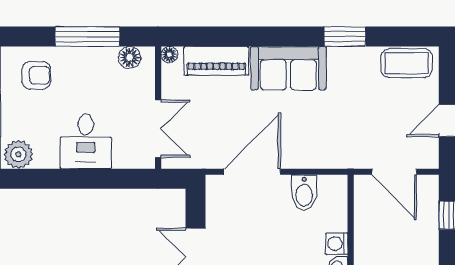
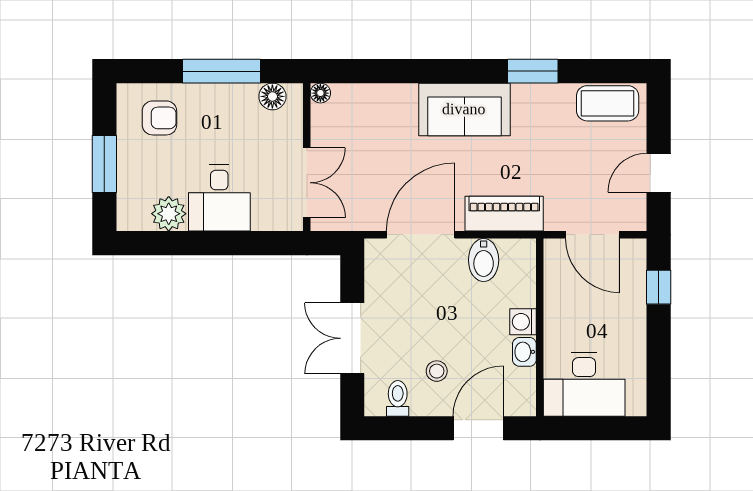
piano: (216, 61) -> (504, 214), moved, turned 180
plant: (18, 154) -> (169, 214), moved

